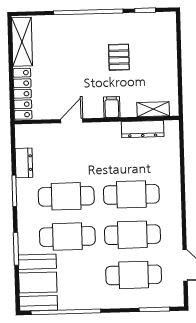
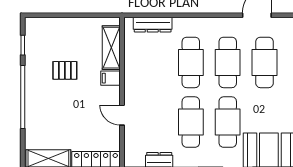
shelving: (153, 109) -> (111, 48), width x1.50, depth x1.33
dresser: (143, 129) -> (153, 25), moved, turned 90

